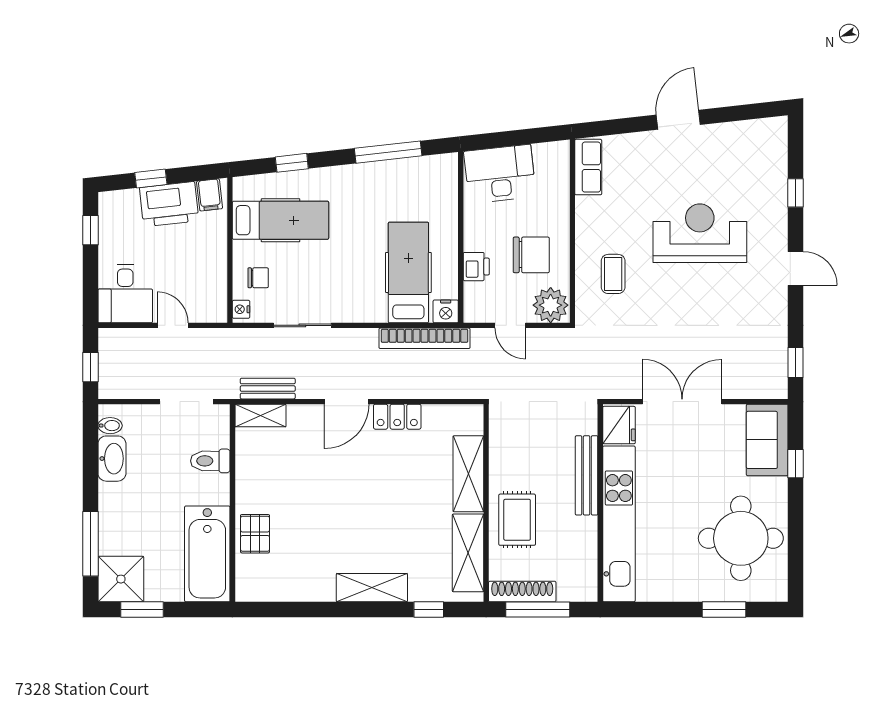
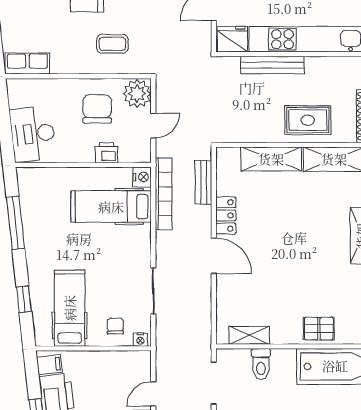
bench: (268, 389) -> (203, 182), moved
shelving: (260, 416) -> (249, 335), moved, turned 90

